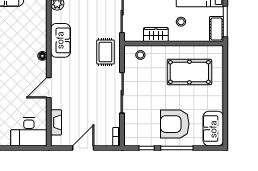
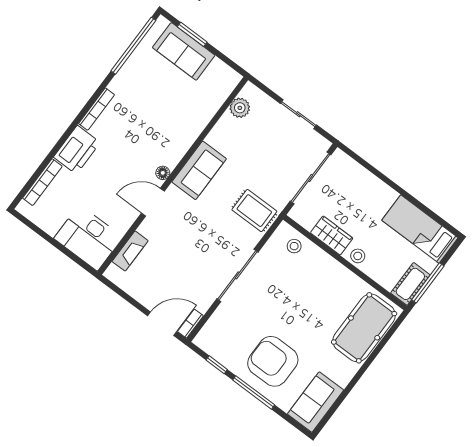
stool: (181, 22) -> (358, 256), moved
sofa: (60, 40) -> (199, 170), moved
rug: (105, 52) -> (254, 211), turned 90
floor lamp: (42, 56) -> (163, 173), moved
pool table: (189, 72) -> (364, 328), moved, turned 90
door: (83, 148) -> (162, 324), moved

